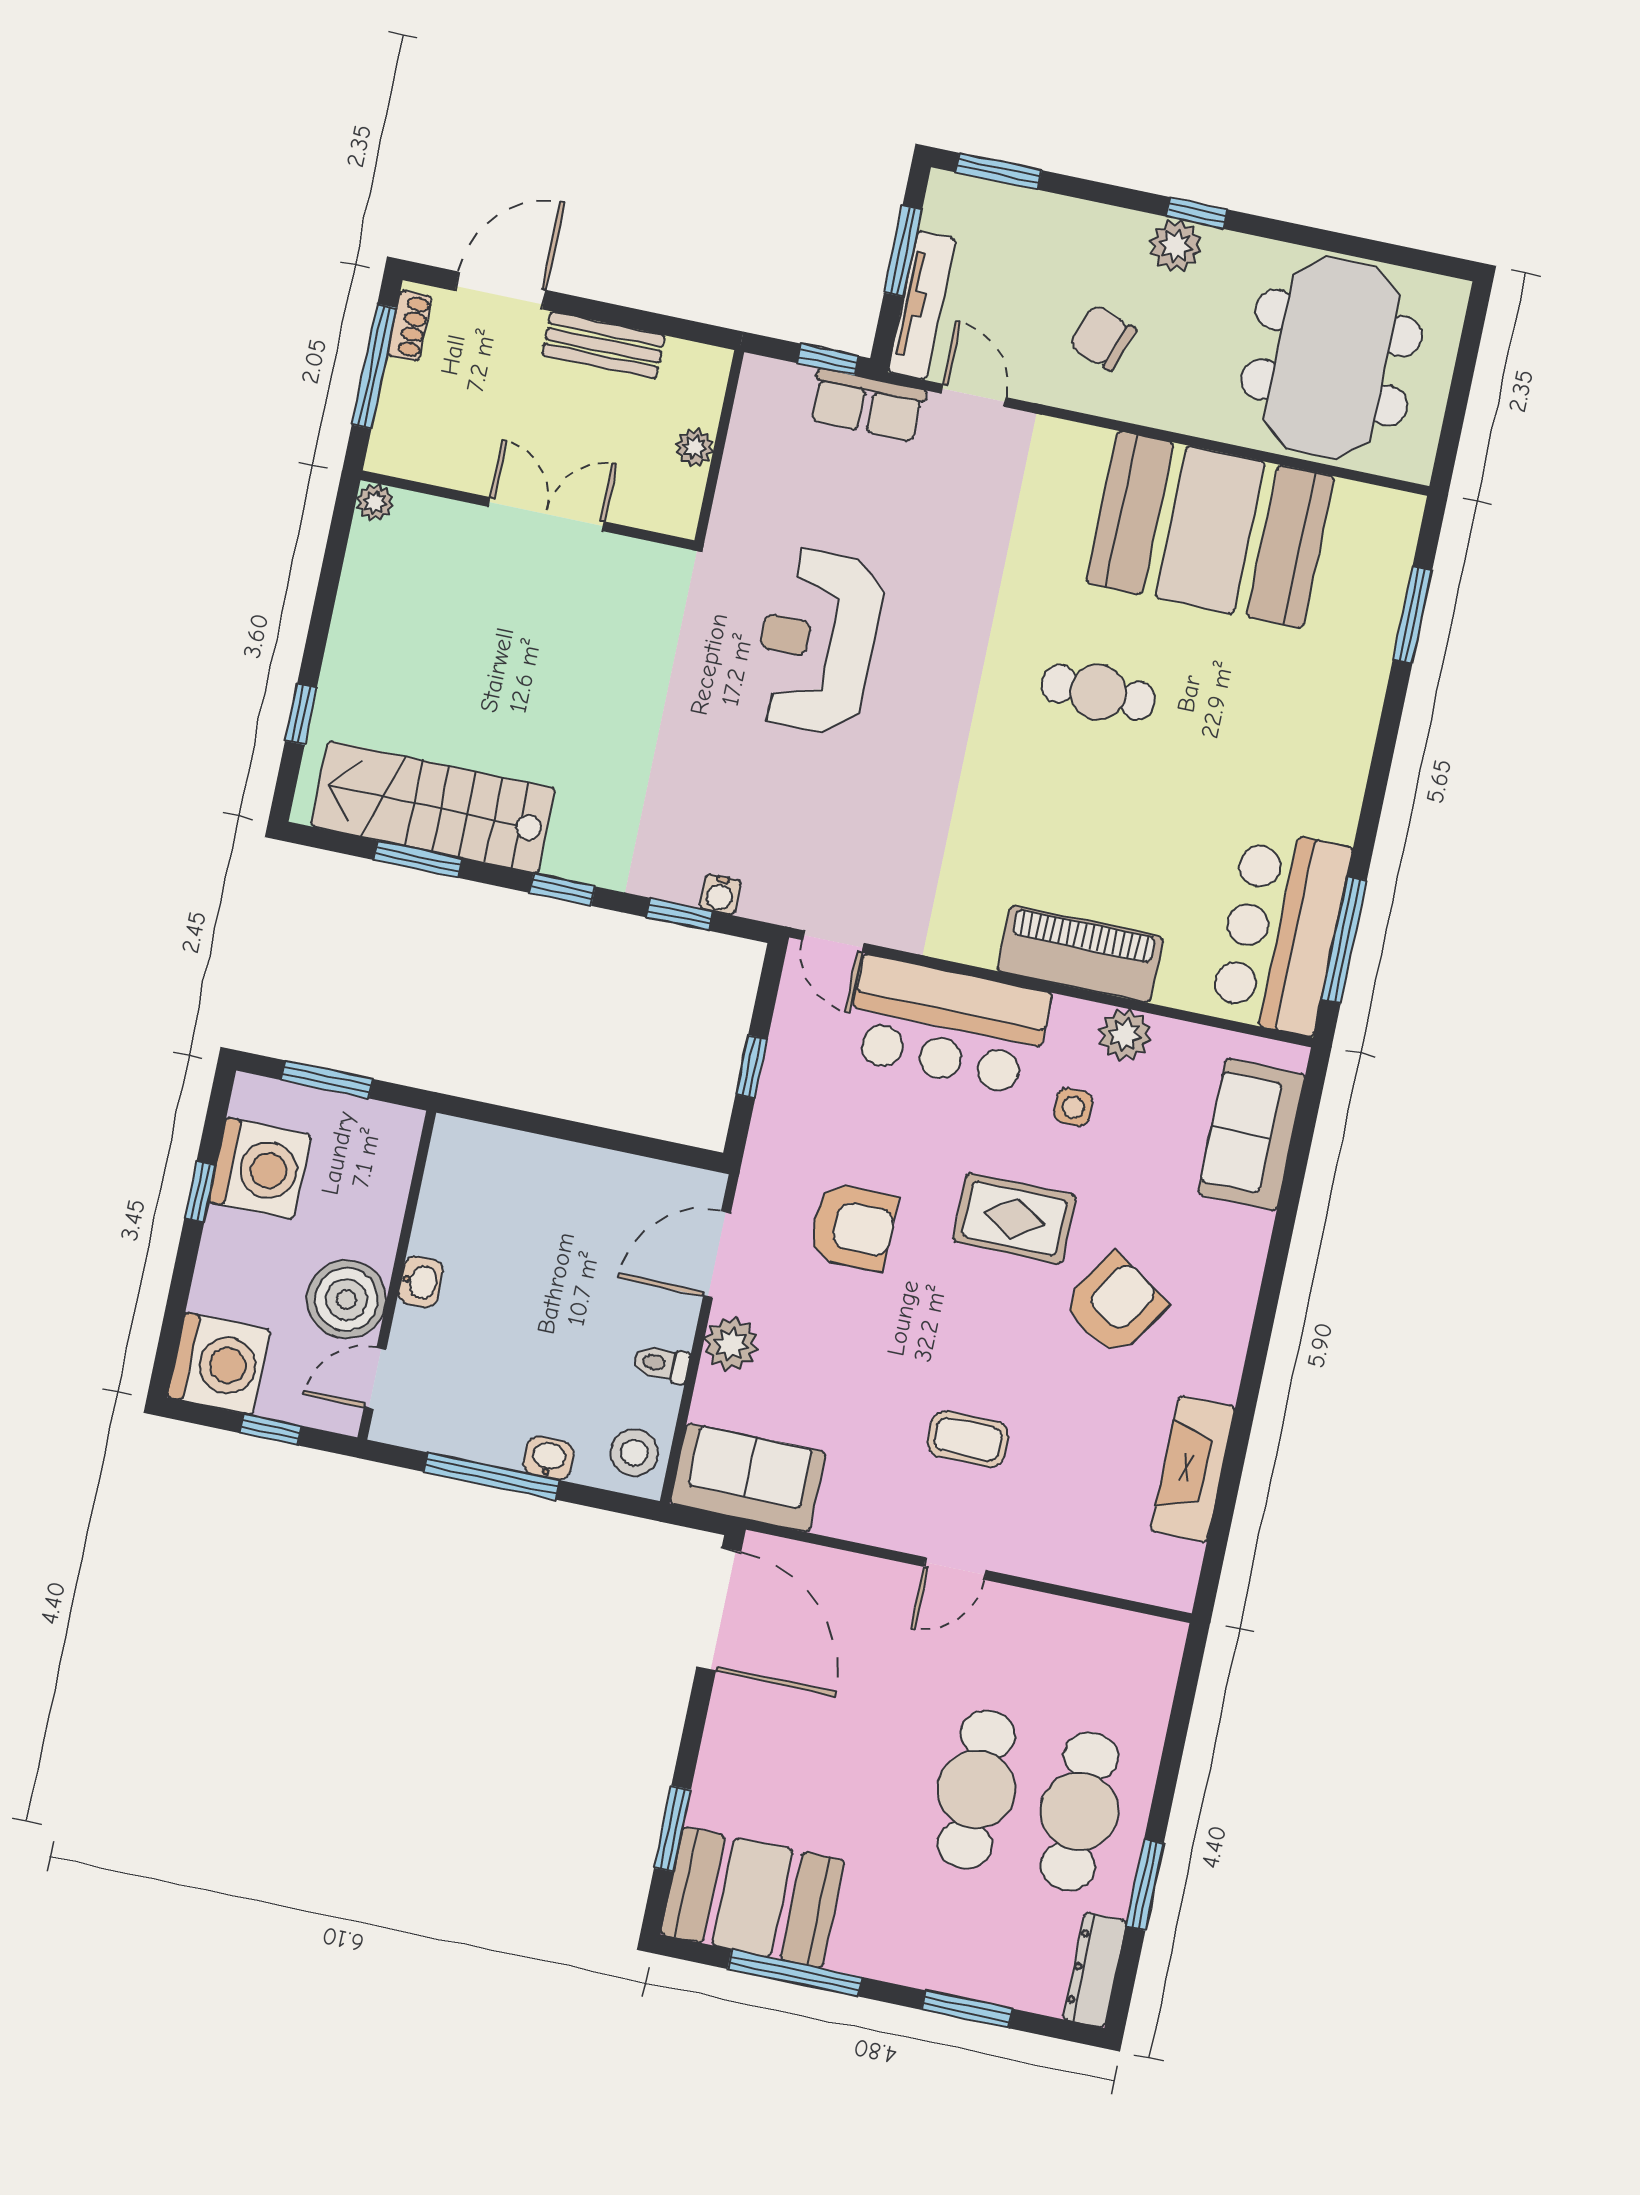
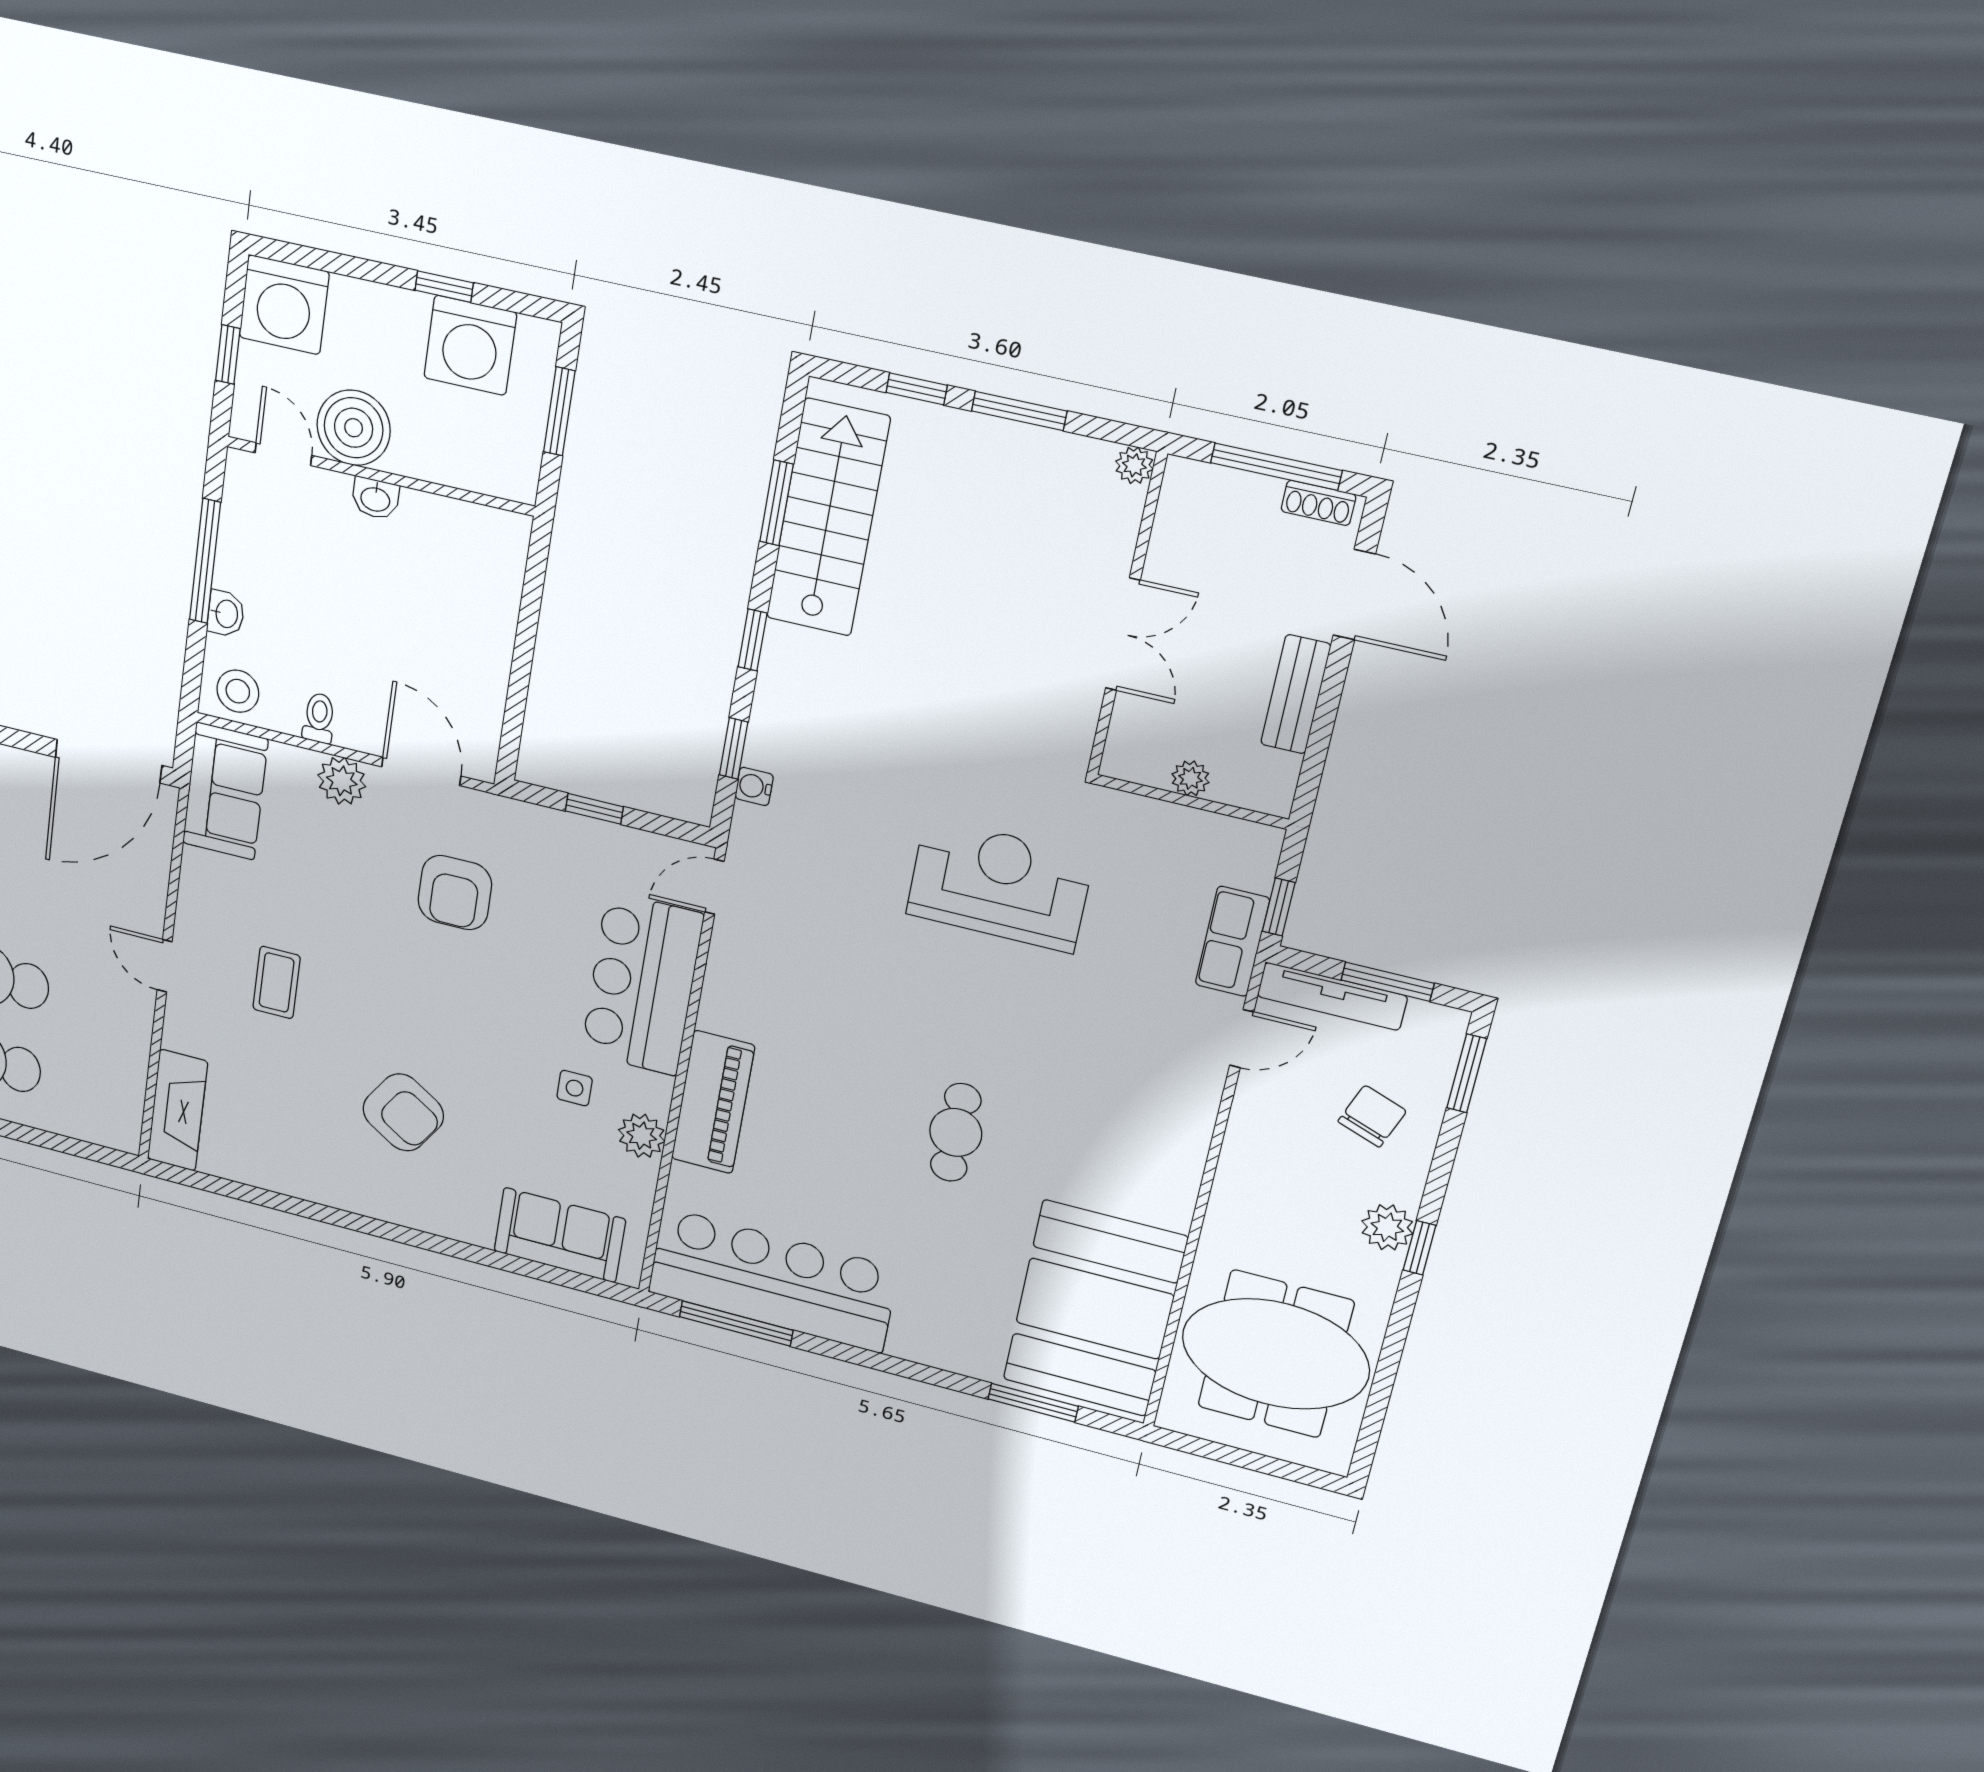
chair: (1103, 338) -> (1372, 1116), moved
booth: (1210, 530) -> (1095, 1309), moved
window: (322, 614) -> (1019, 411), added
bar counter: (1280, 931) -> (772, 1280), width x1.36
rug: (1015, 1218) -> (472, 1032), removed
fireplace: (1193, 1469) -> (178, 1110), moved, turned 90

